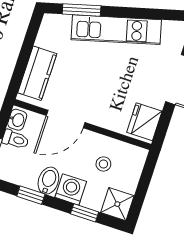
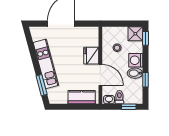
fridge: (144, 122) -> (91, 56), moved, turned 90
window: (85, 213) -> (145, 38), moved

